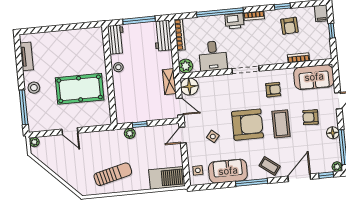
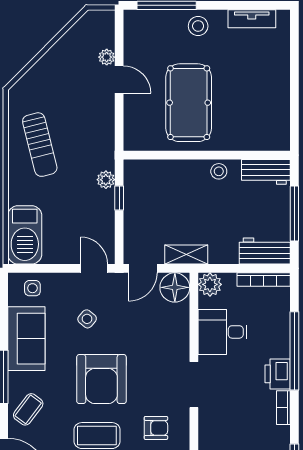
armchair: (273, 90) -> (156, 428), turned -90
door: (70, 131) -> (119, 80), swing flipped
plant: (34, 142) -> (107, 57), moved

